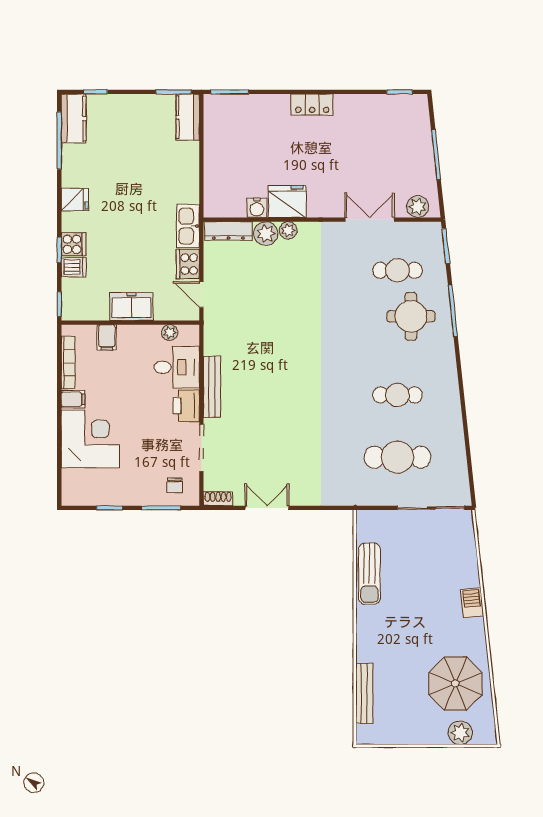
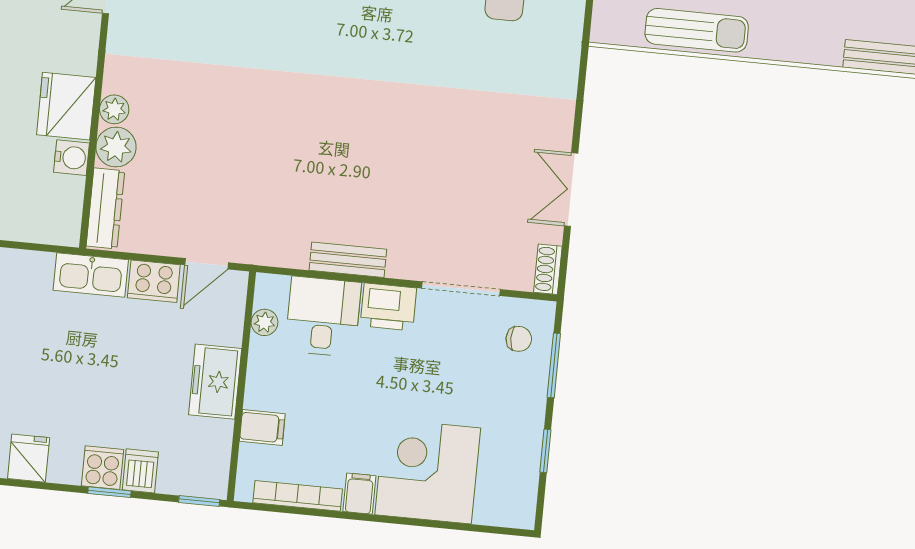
bench: (212, 387) -> (348, 260), width x0.73

